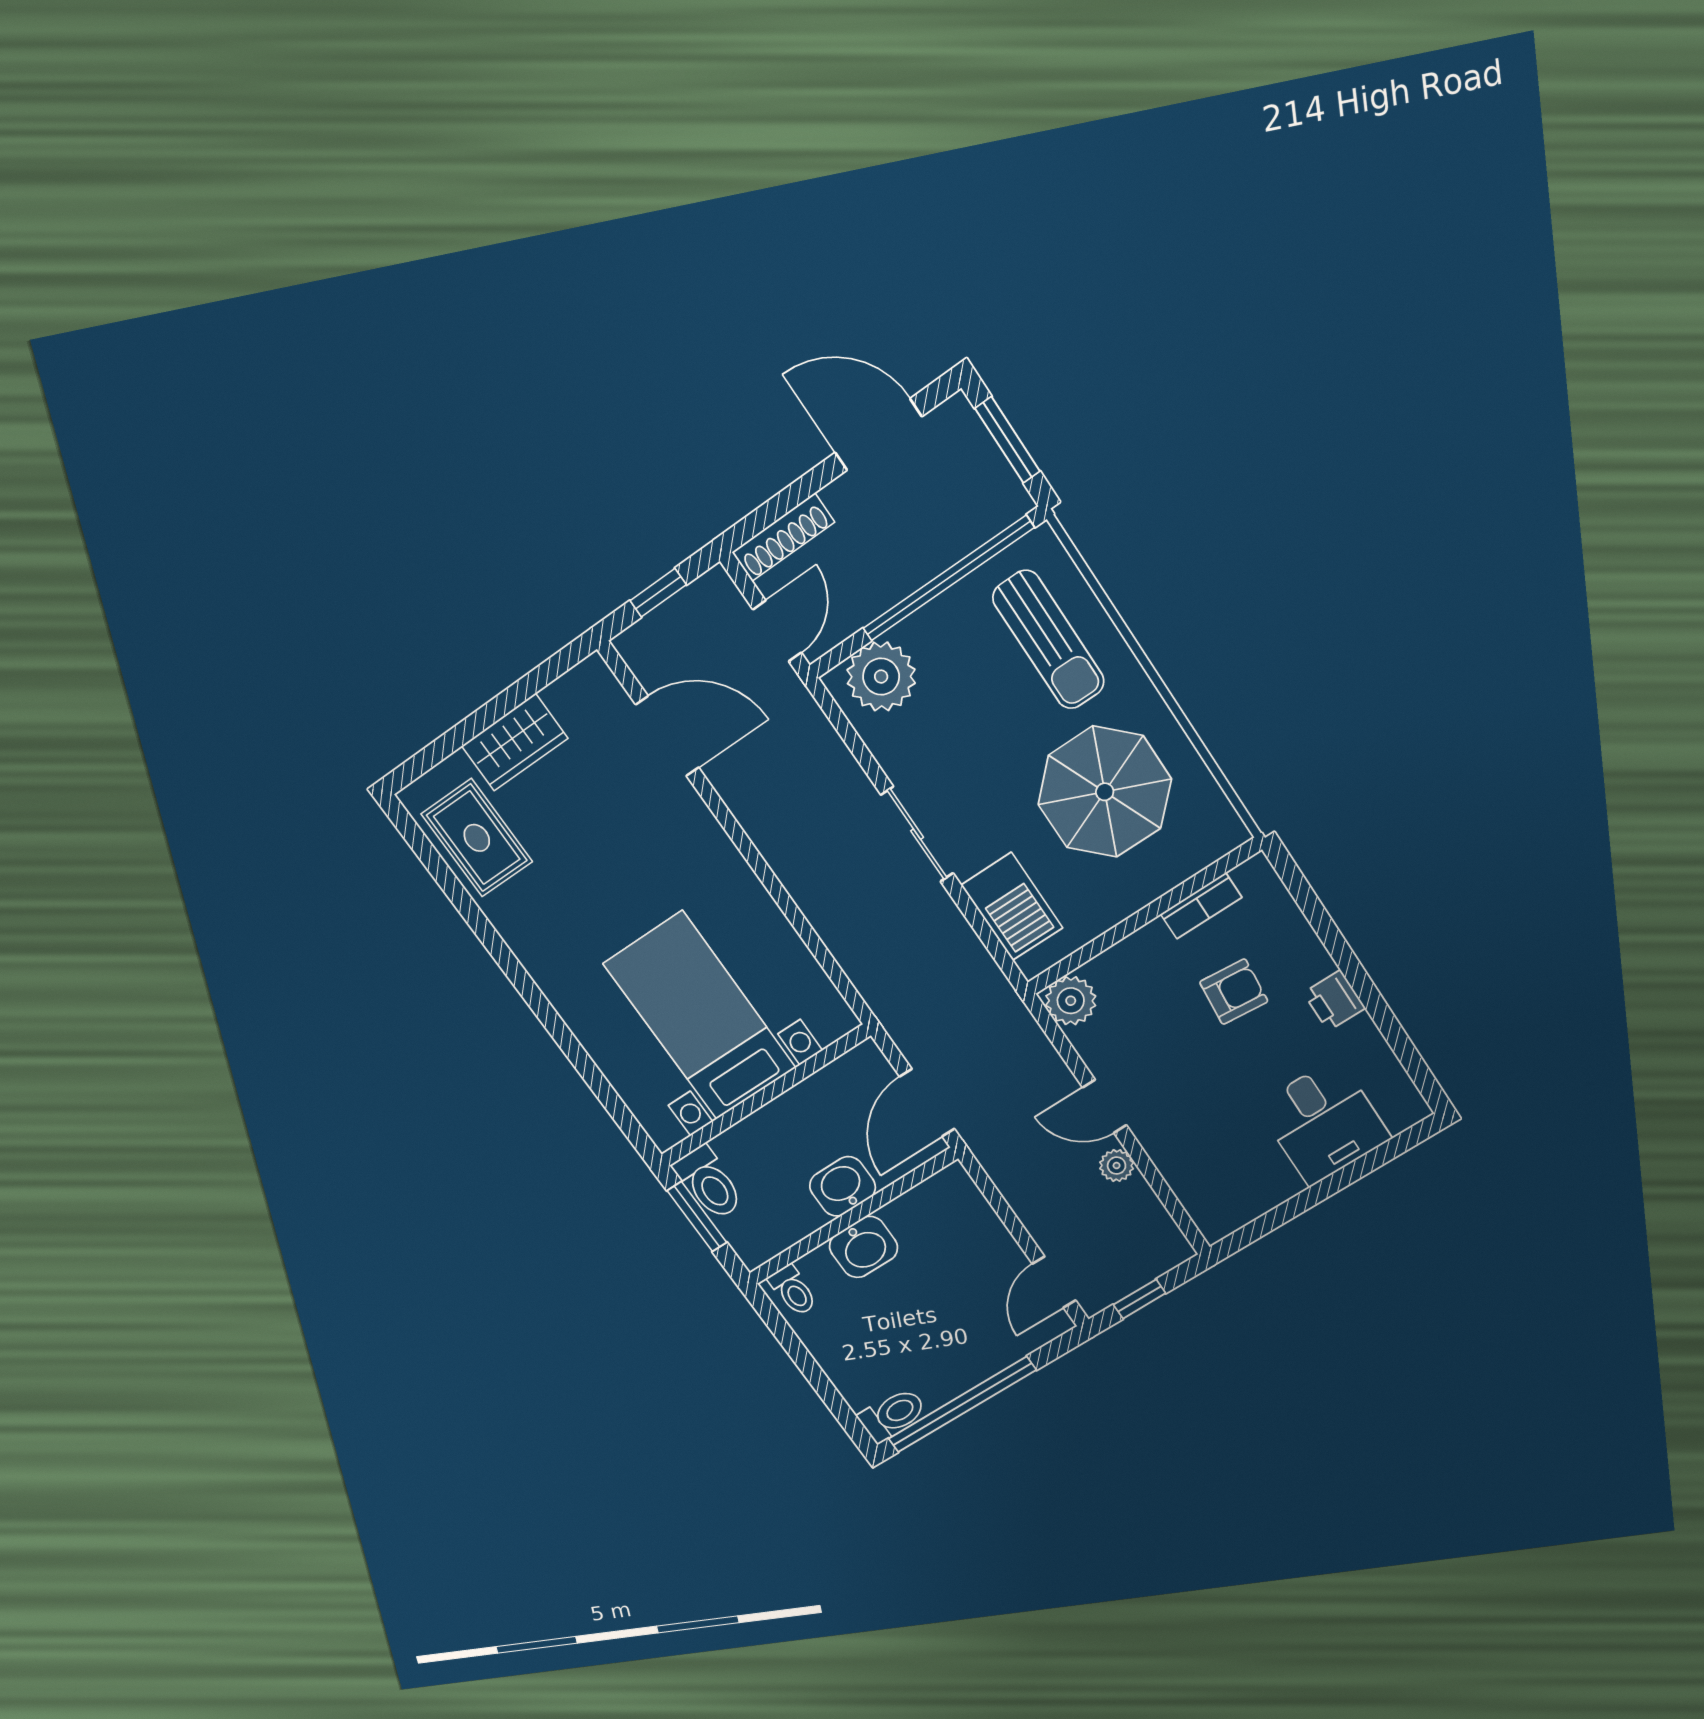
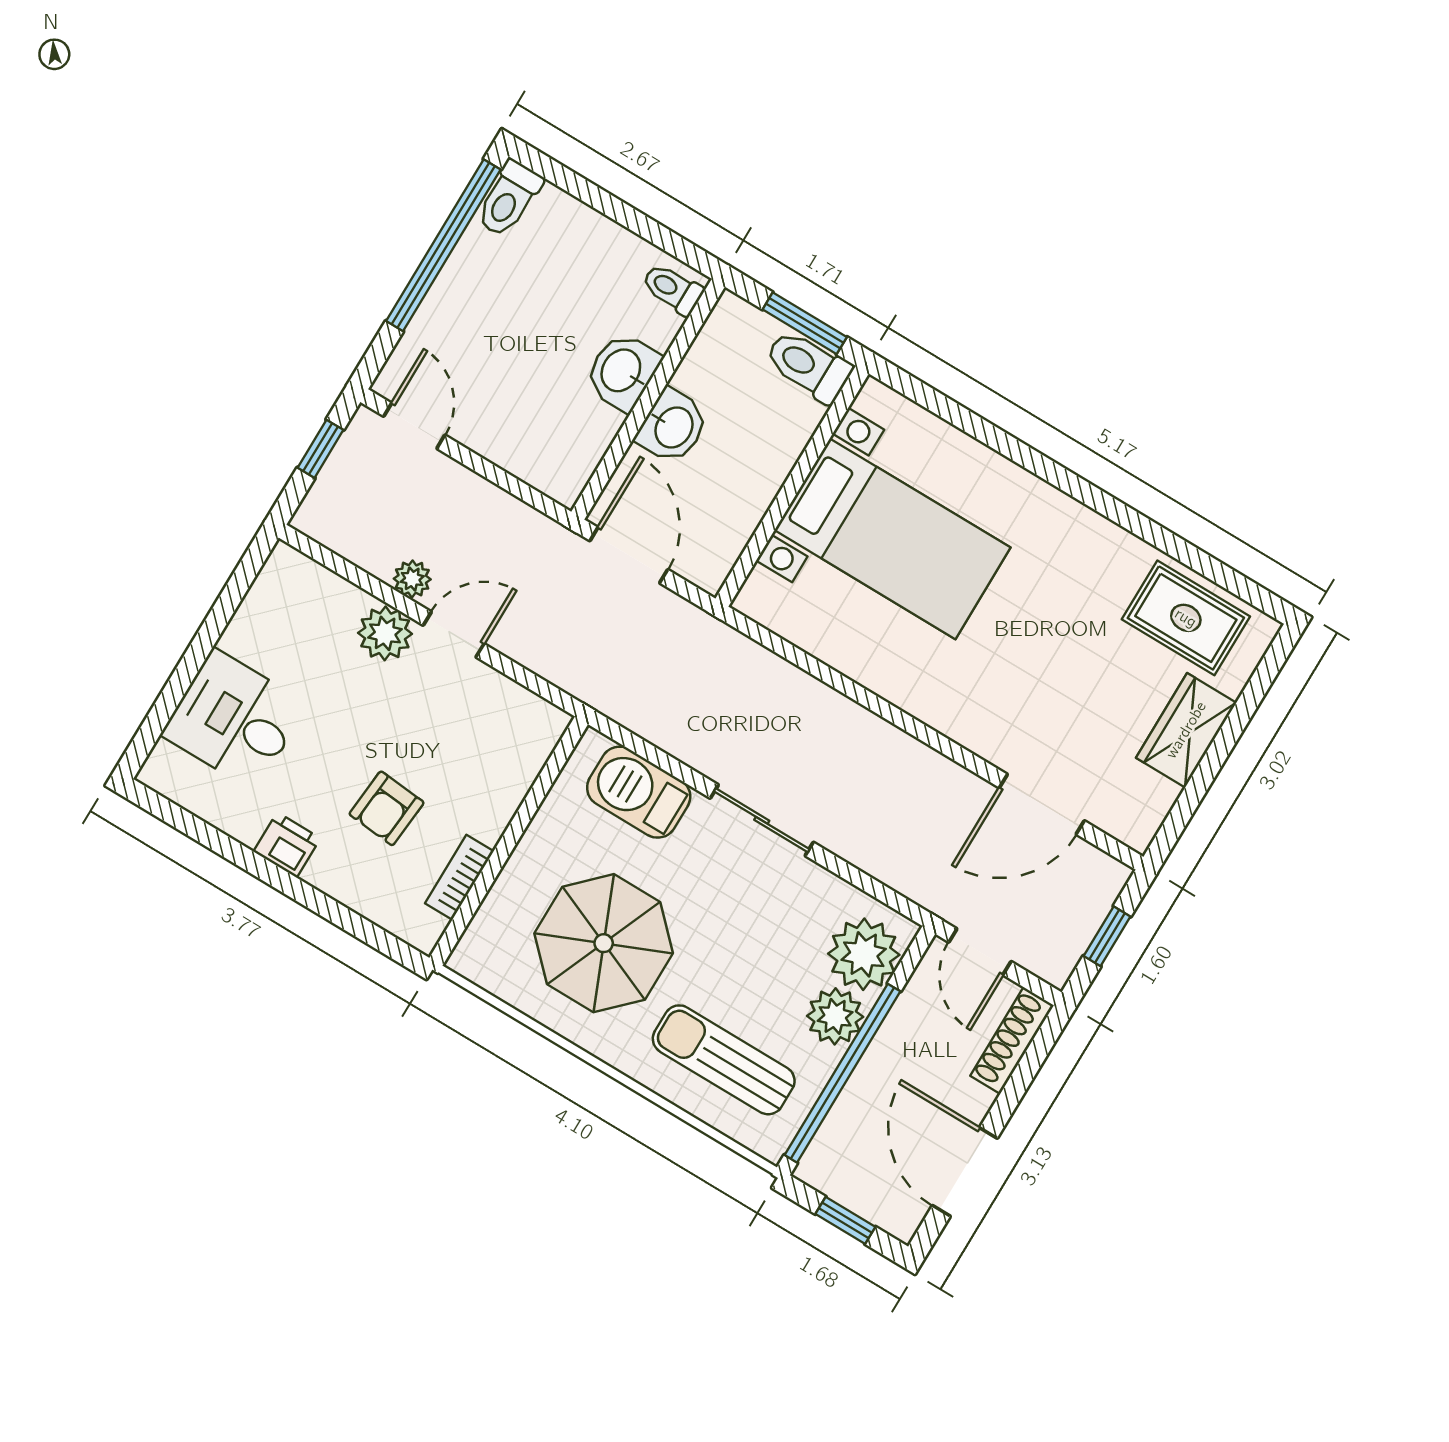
door: (878, 435) -> (965, 1172), swing flipped
window: (1007, 440) -> (845, 1220), width x0.67
plant: (931, 633) -> (835, 1016), added
plant: (1071, 1001) -> (385, 633), moved

